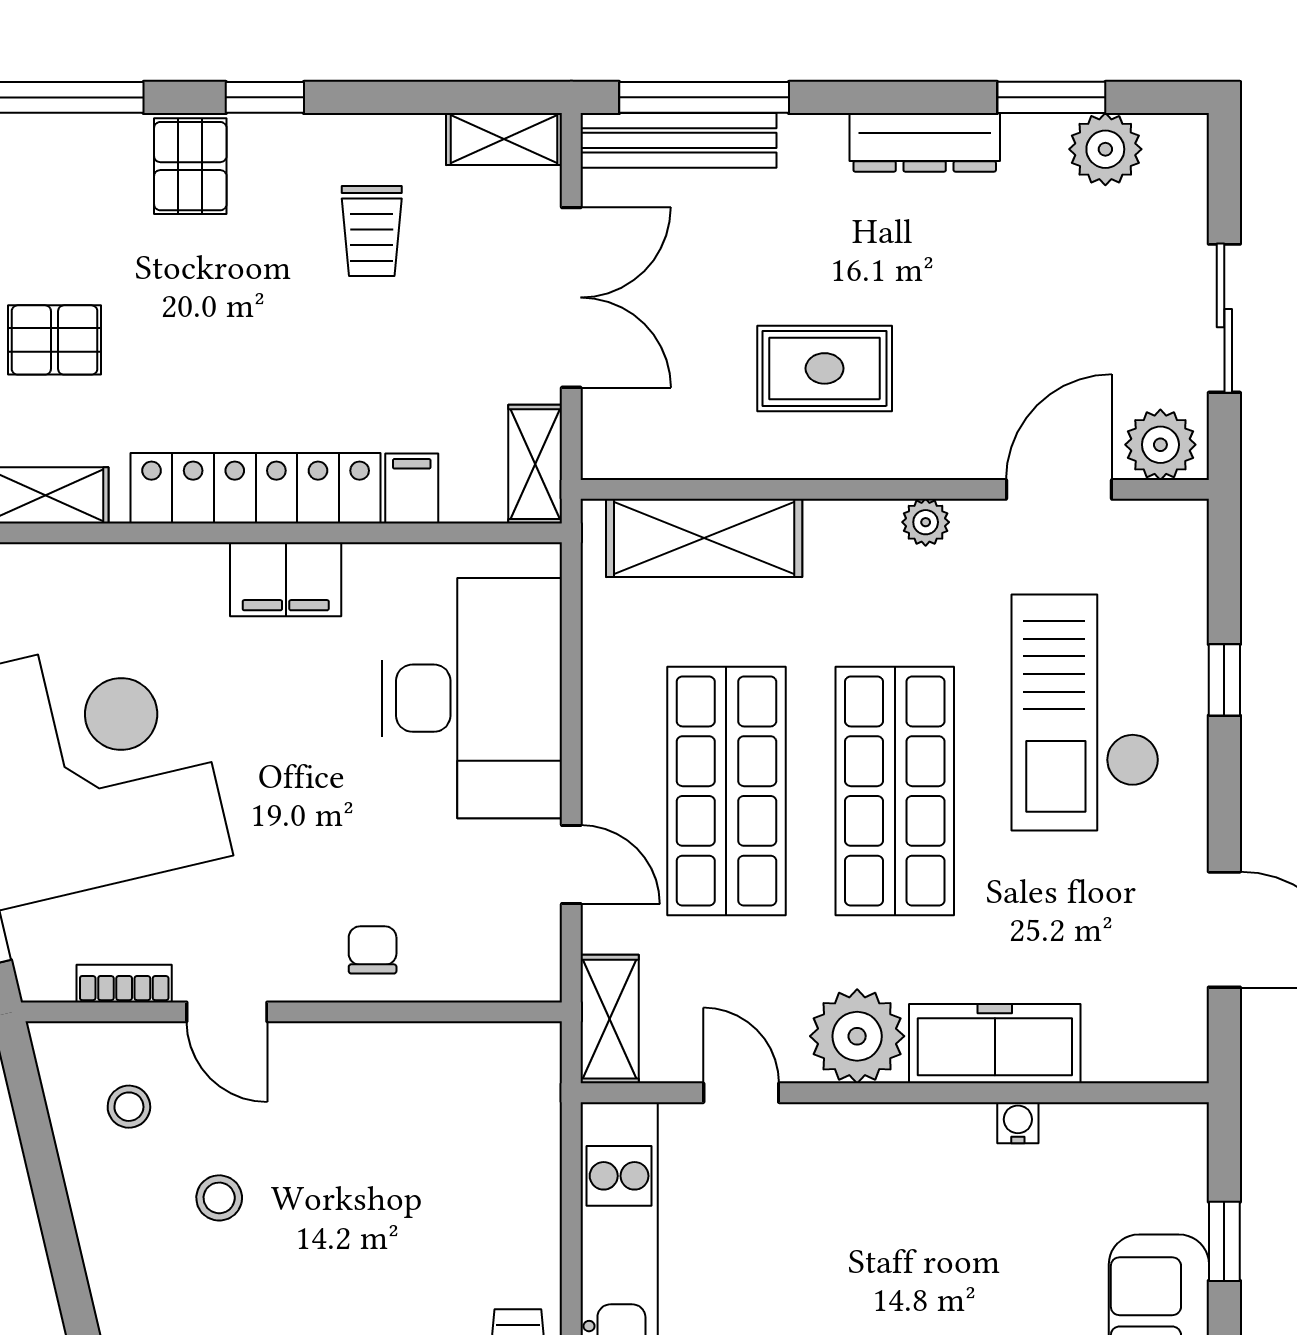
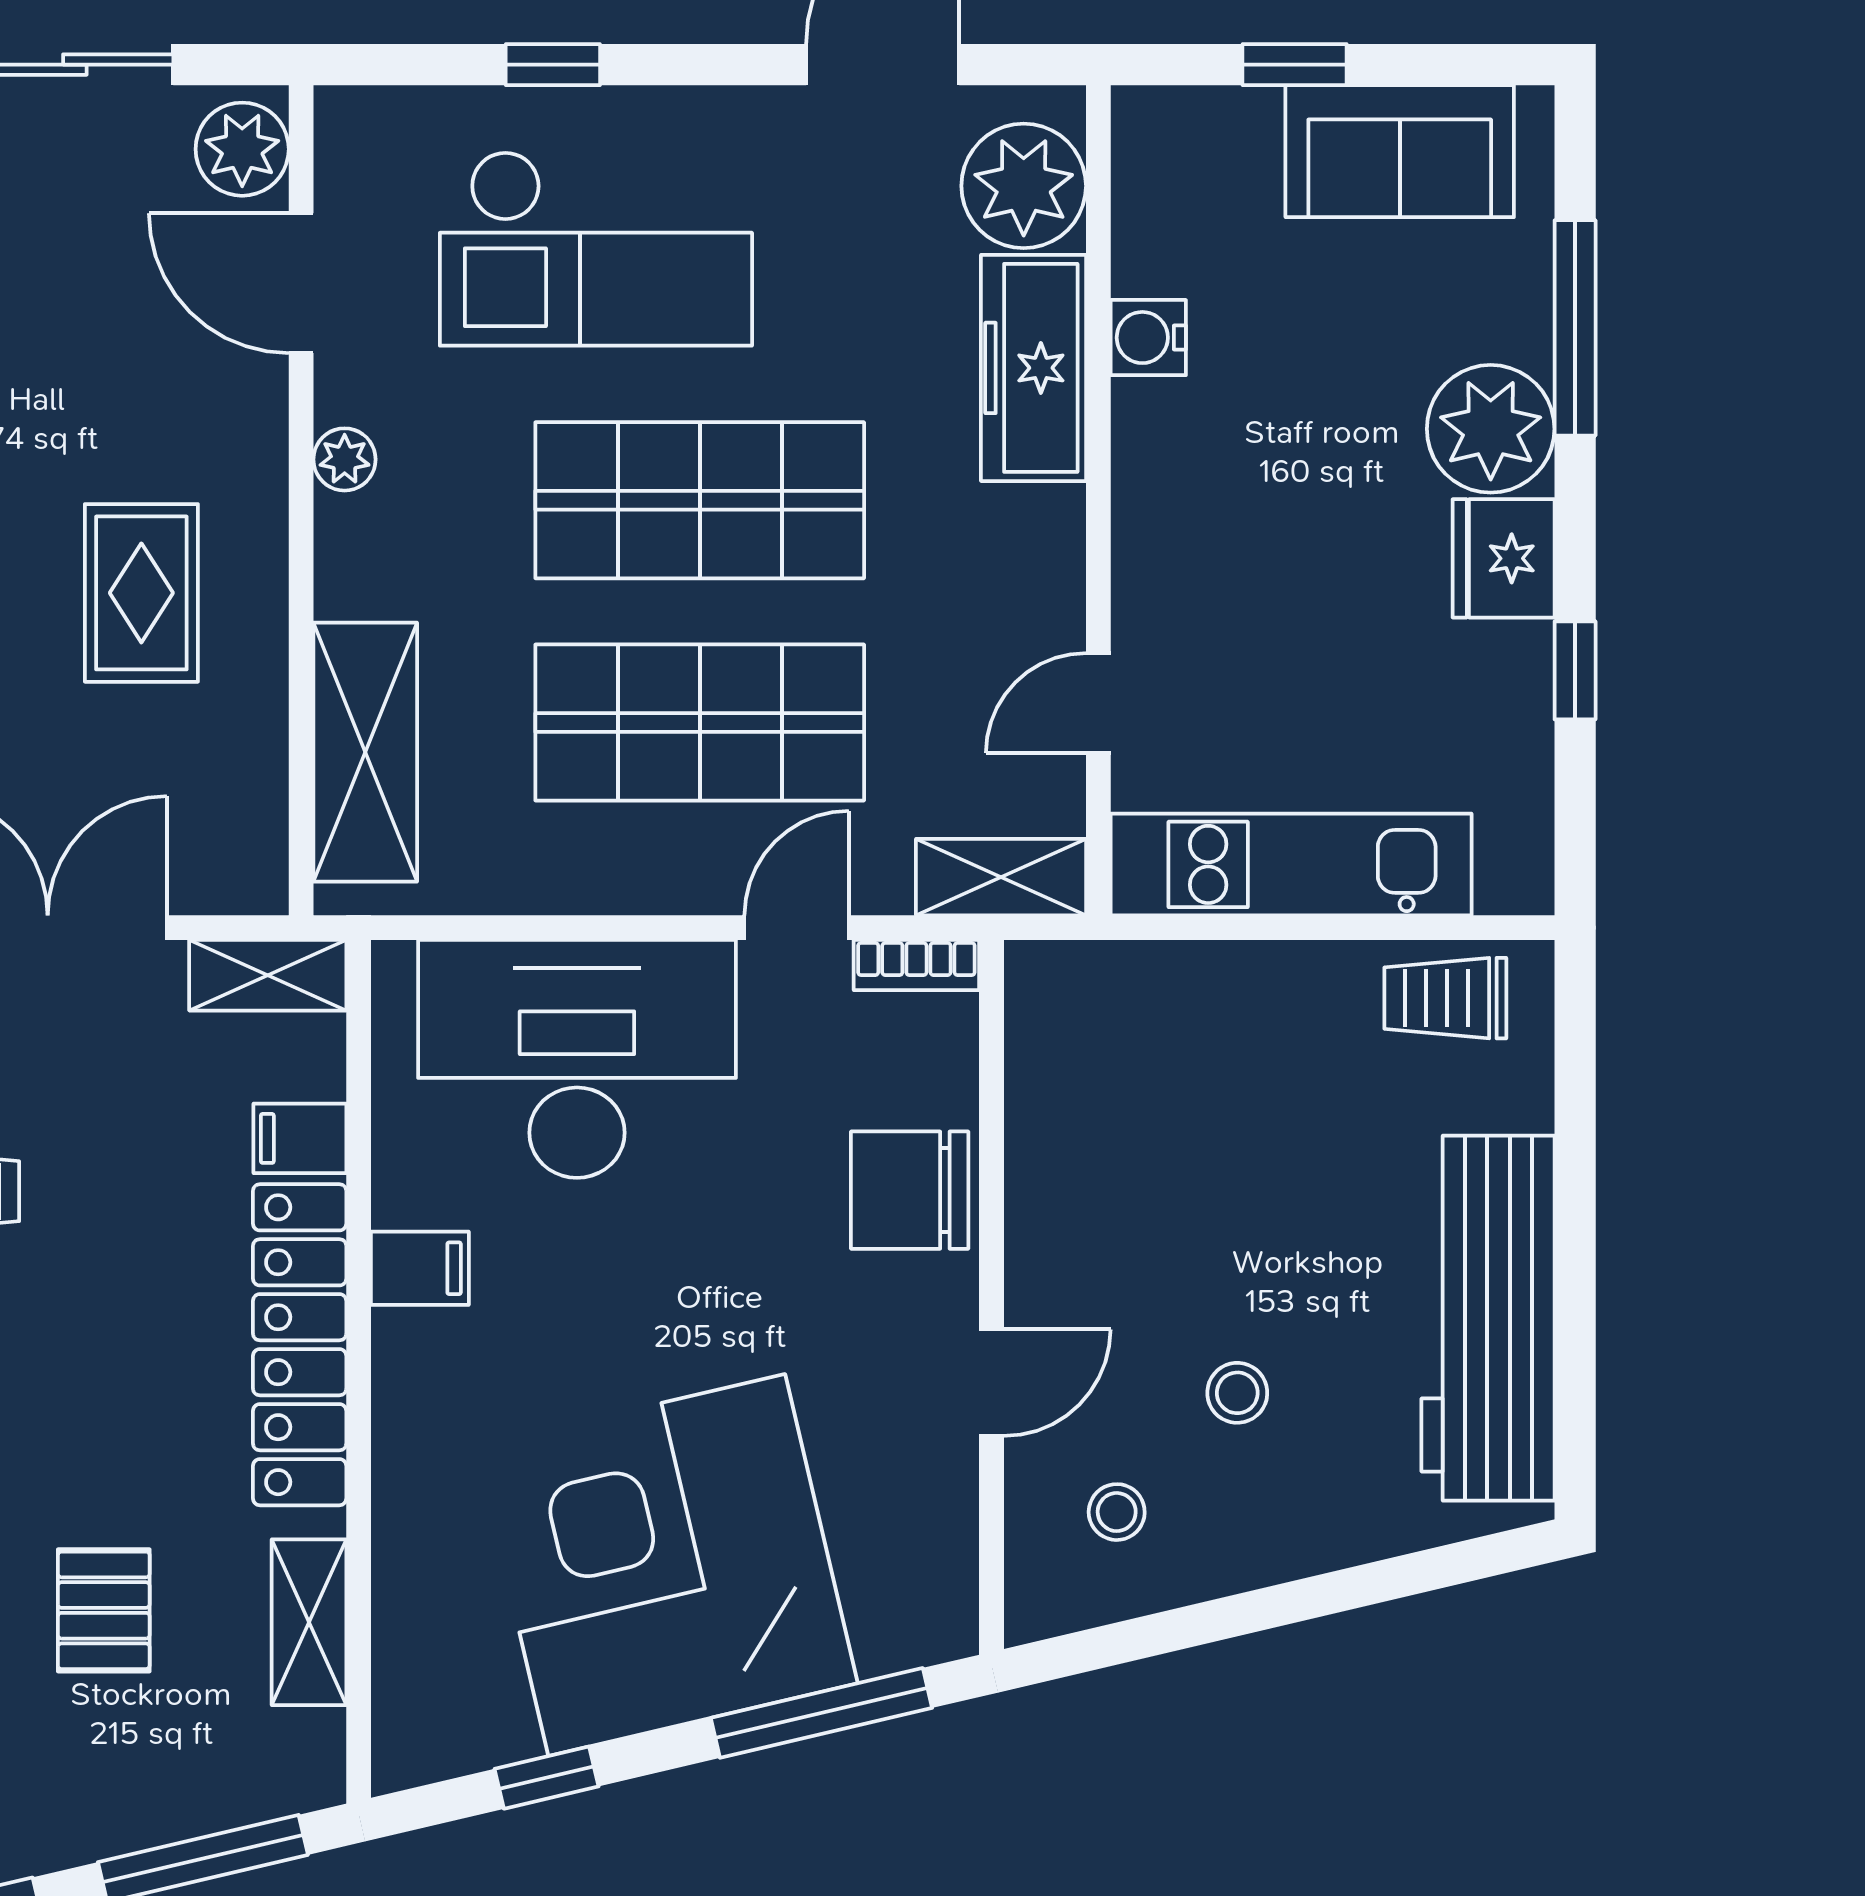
filing cabinet: (286, 579) -> (420, 1268), width x0.50
chair: (373, 950) -> (910, 1190), width x1.87, depth x1.87
bookcase: (124, 984) -> (916, 965), moved, turned -90
plant: (857, 1036) -> (1024, 186), moved
water cooler: (1018, 1123) -> (1148, 338), width x1.38, depth x1.38

